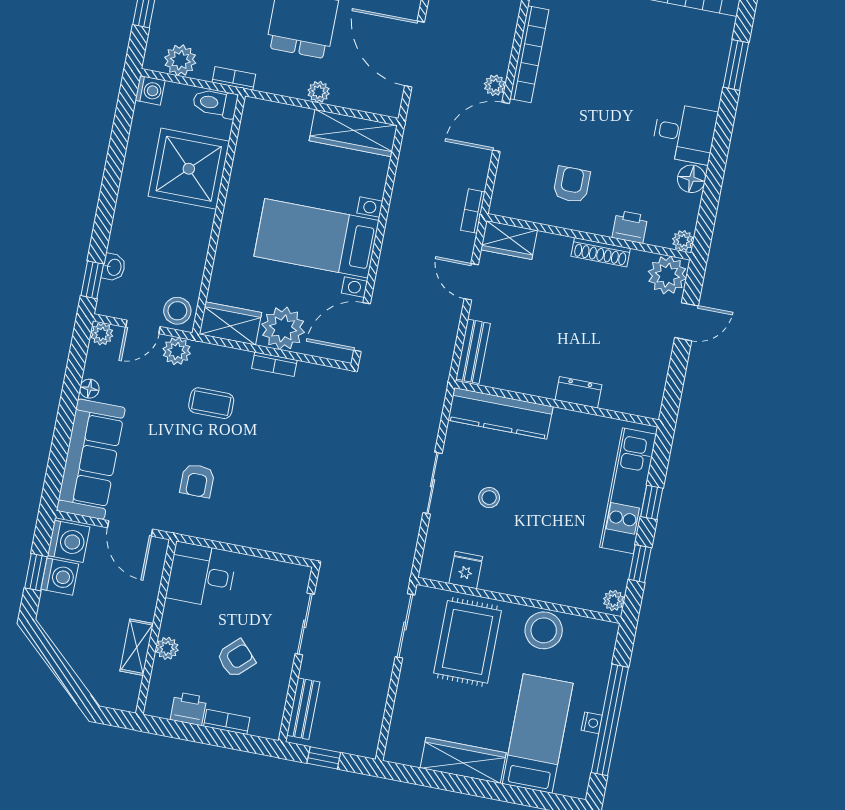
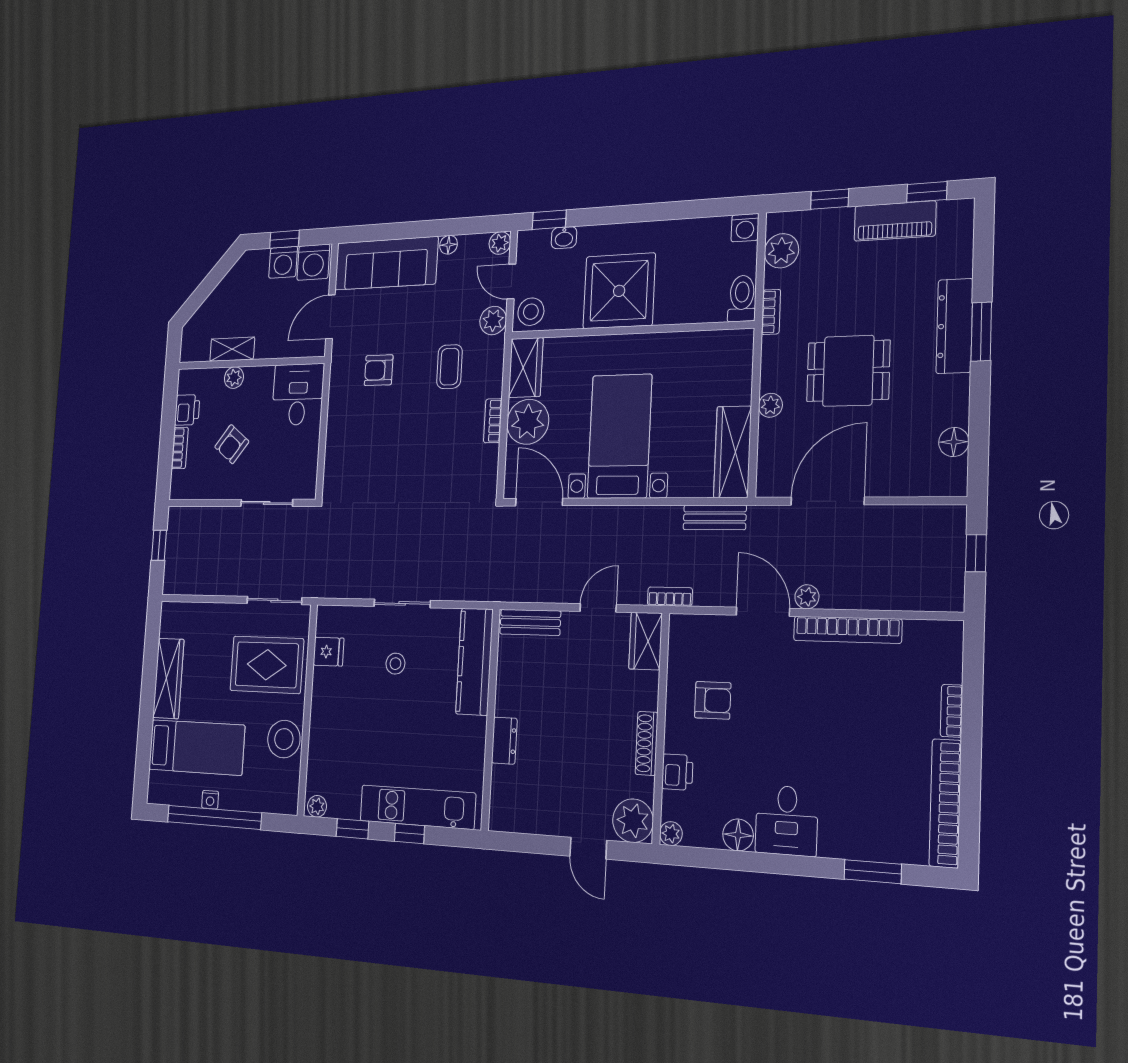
shower: (189, 169) -> (619, 291), moved
armchair: (236, 658) -> (232, 444), turned 81
bench: (303, 709) -> (715, 517), moved

